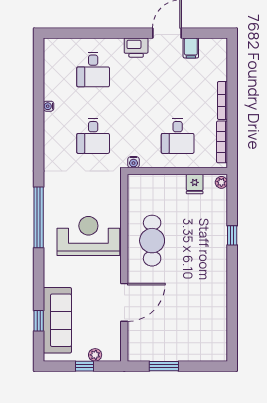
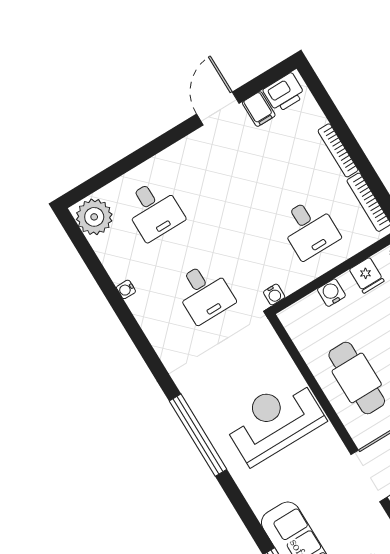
printer: (136, 48) -> (284, 93), moved
plant: (56, 52) -> (94, 217), added
water cooler: (168, 182) -> (331, 293), added

